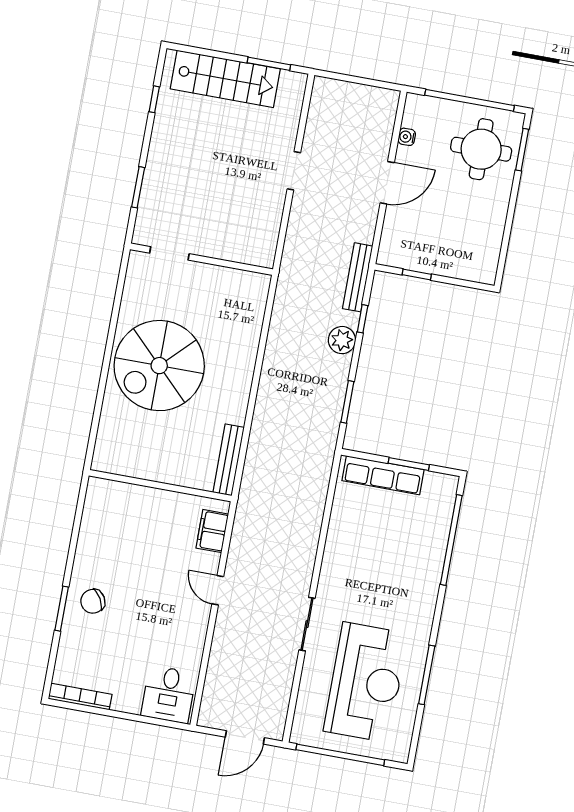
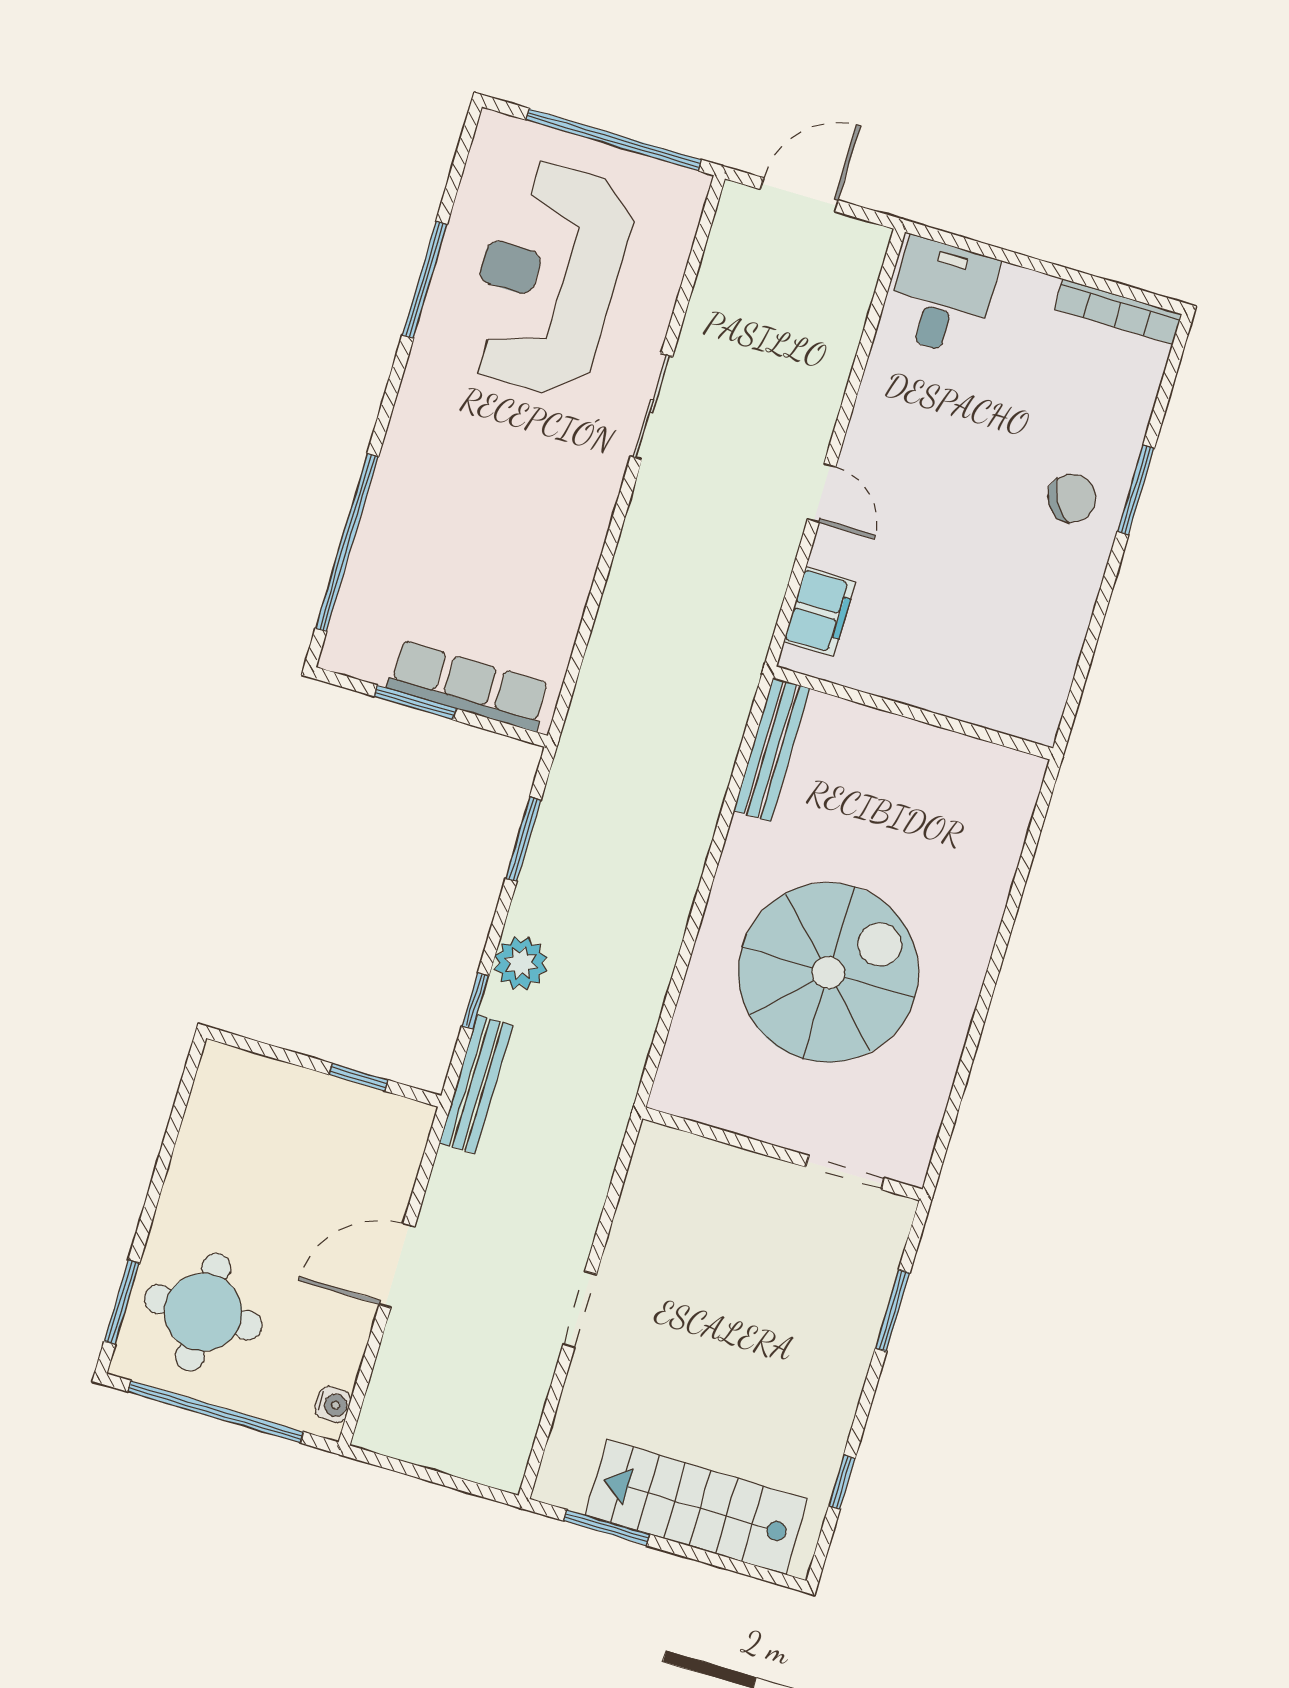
water cooler: (407, 137) -> (333, 1405), moved
spiral stairs: (159, 366) -> (828, 972), moved

